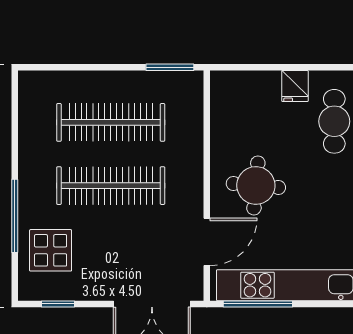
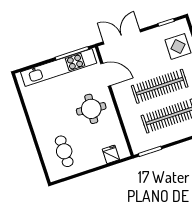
fridge: (295, 86) -> (111, 154), moved
door: (207, 242) -> (106, 75), swing flipped

